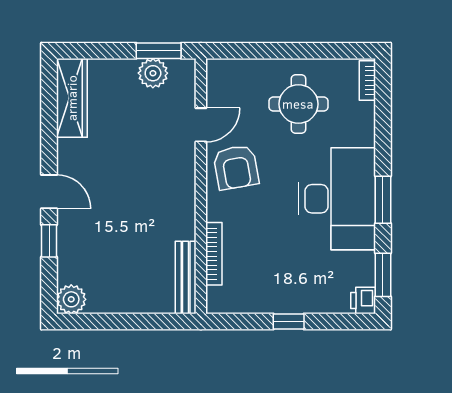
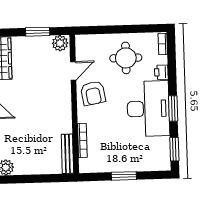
window: (159, 51) -> (38, 32), moved
plant: (153, 73) -> (60, 43), moved
printer: (363, 300) -> (161, 72), moved
window: (289, 321) -> (124, 176), width x1.50

